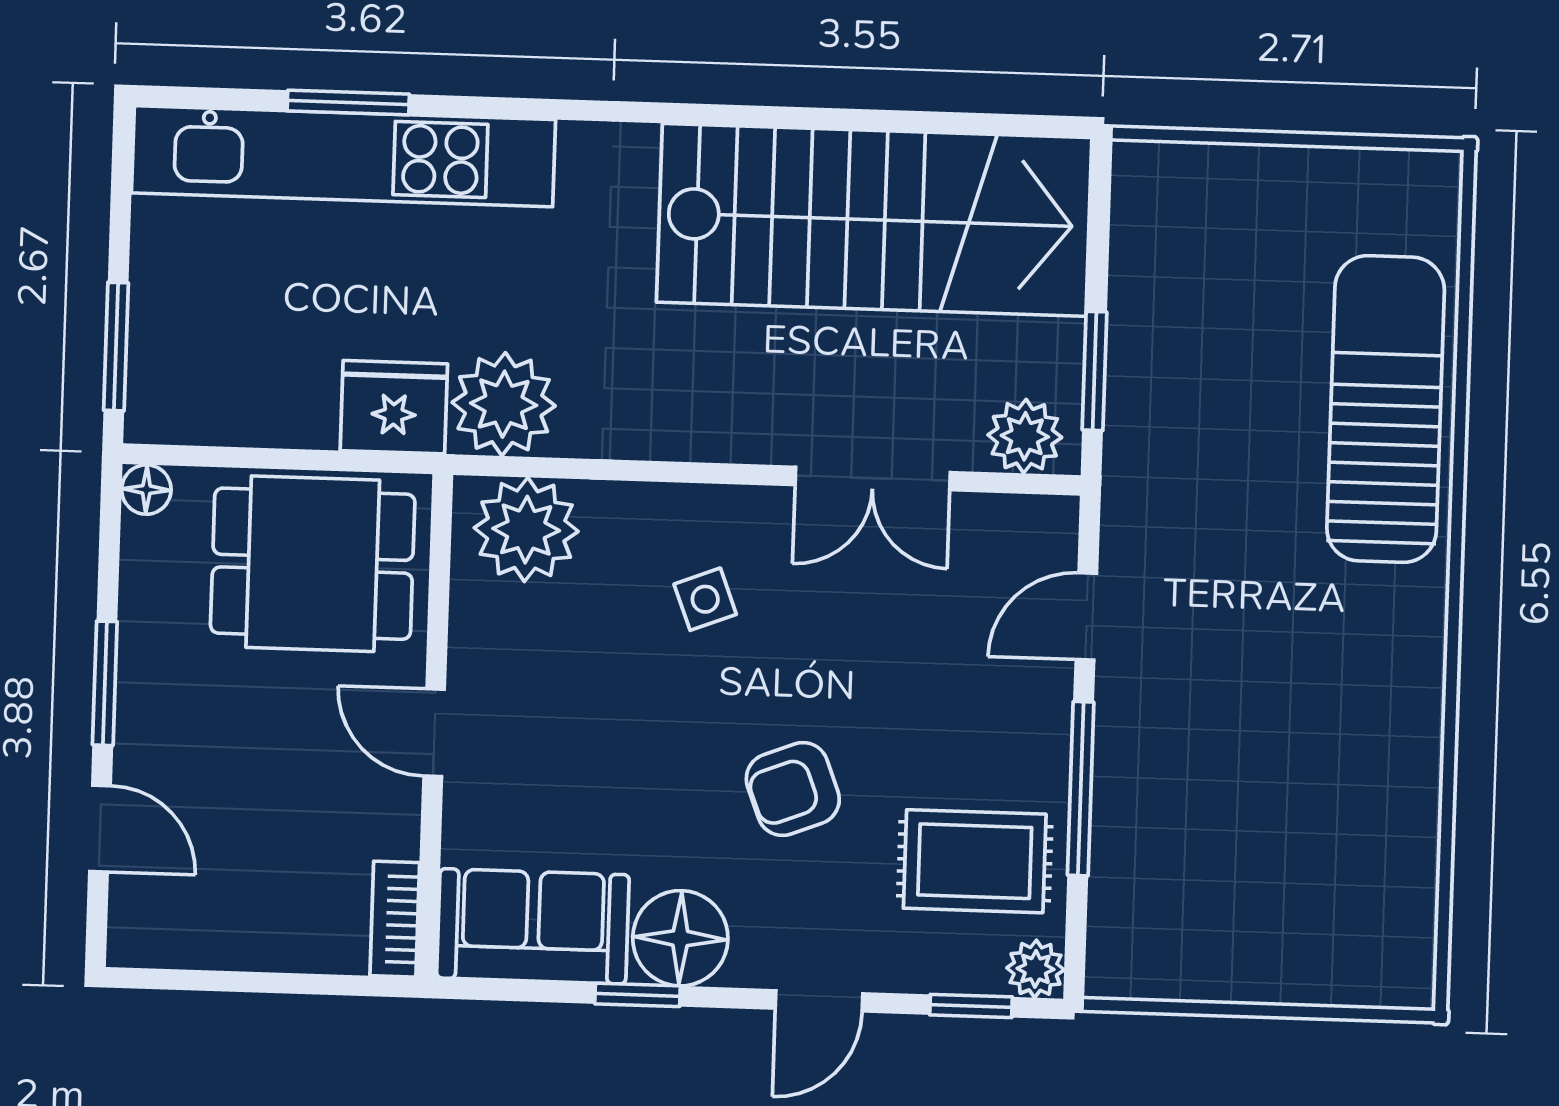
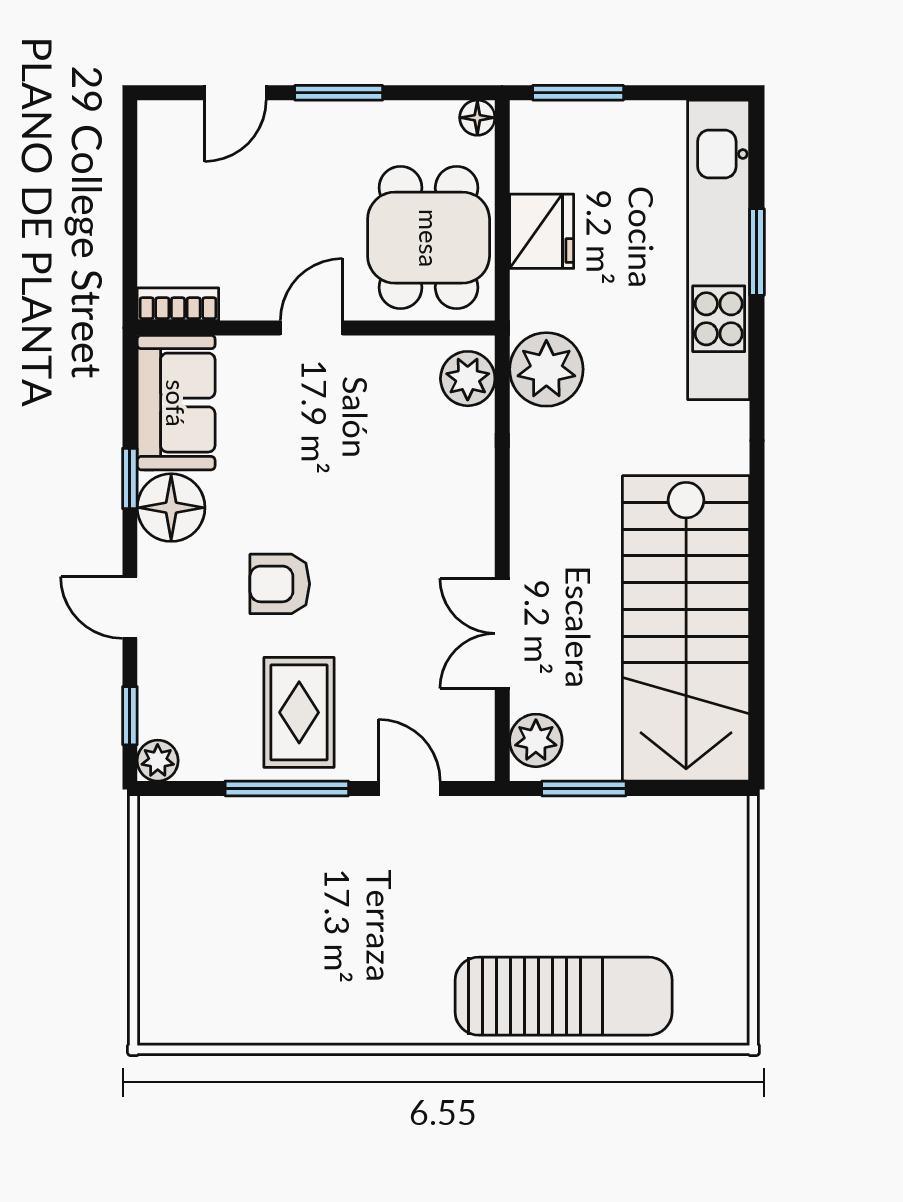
fridge: (394, 407) -> (542, 231), moved
plant: (526, 530) -> (468, 379), width x0.73, depth x0.73
side table: (705, 599) -> (413, 517), removed
armchair: (793, 789) -> (280, 584), turned -69
rug: (975, 861) -> (299, 712), moved

